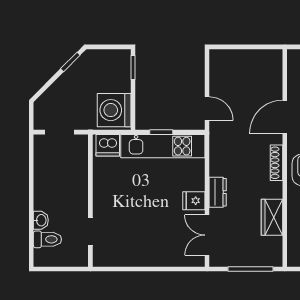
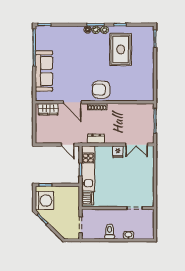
door: (207, 109) -> (68, 145), swing flipped
washing machine: (114, 110) -> (44, 201), moved, turned -90
dresser: (218, 192) -> (96, 139), moved
wardrobe: (272, 217) -> (48, 109), moved
toilet: (47, 239) -> (110, 231), moved

